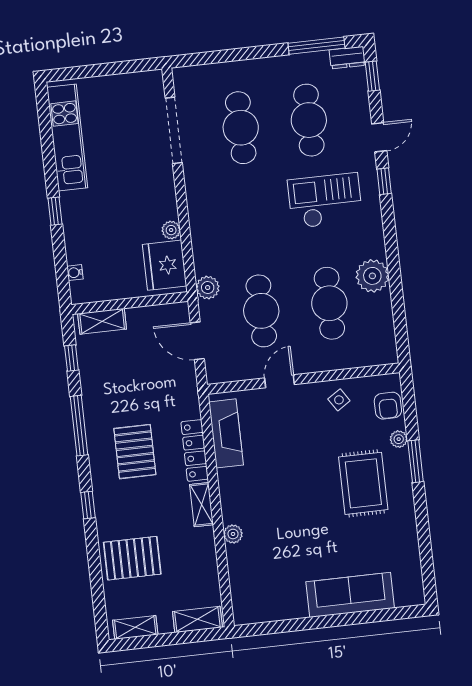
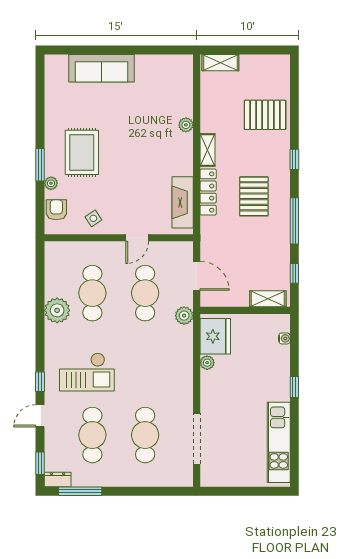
shelving: (135, 627) -> (269, 62), removed

